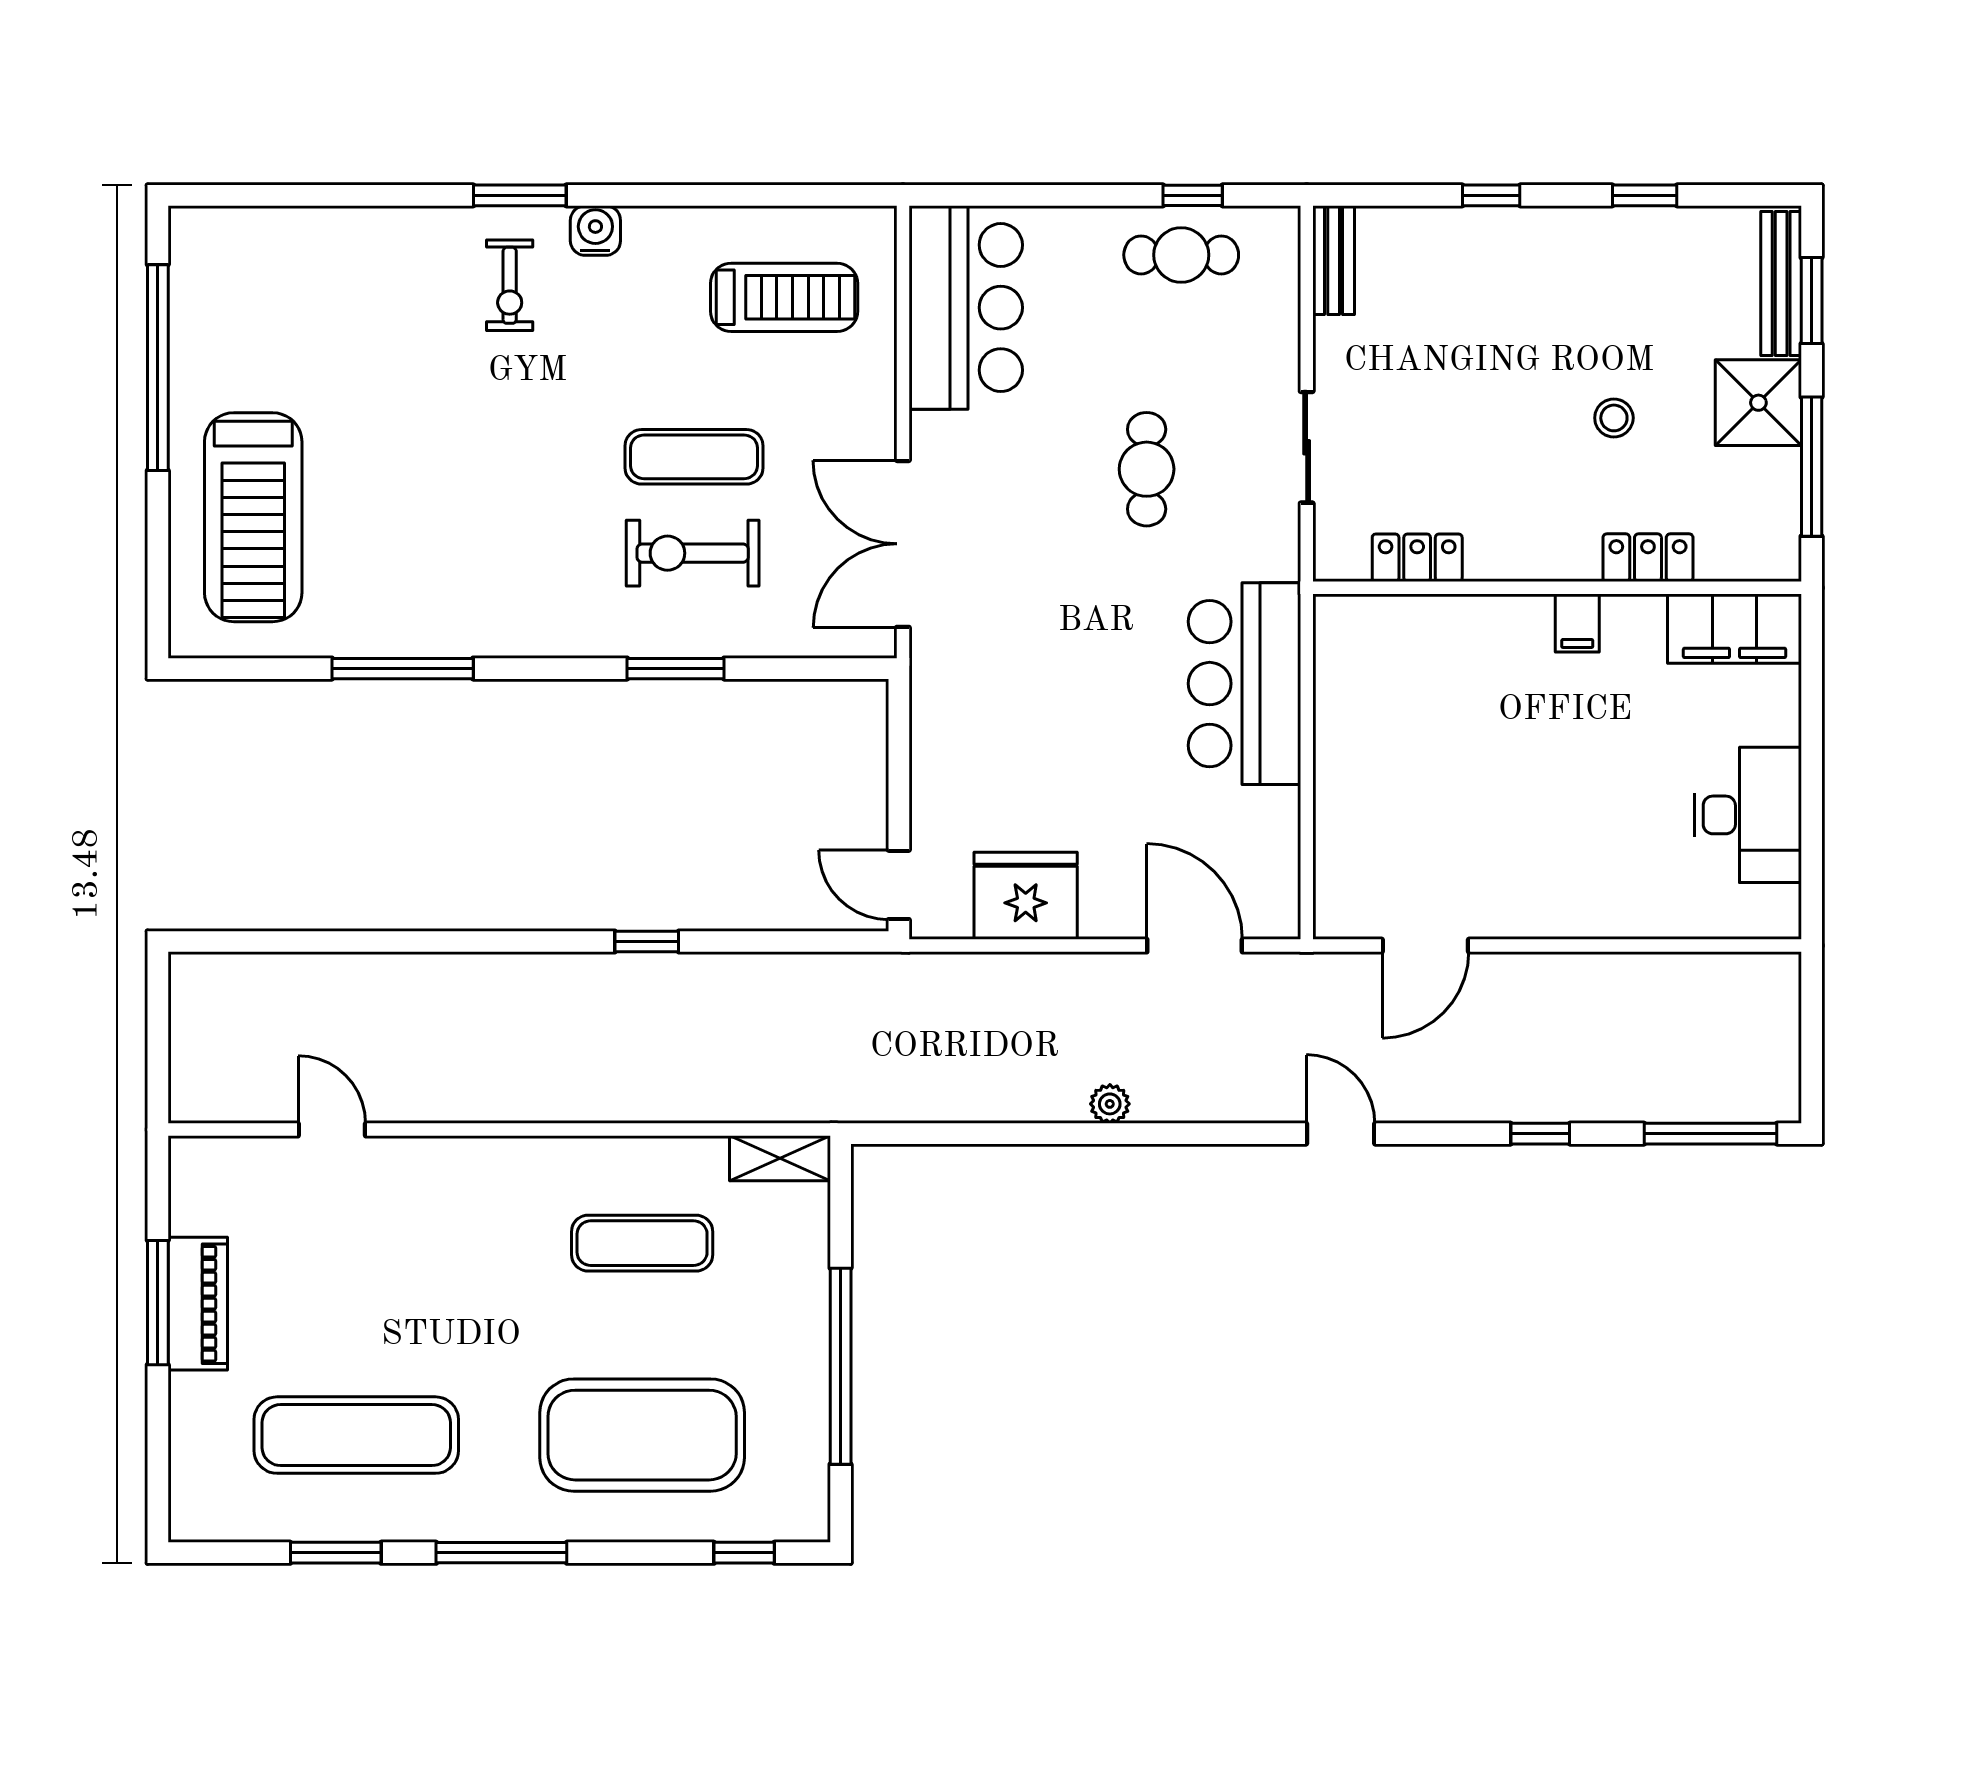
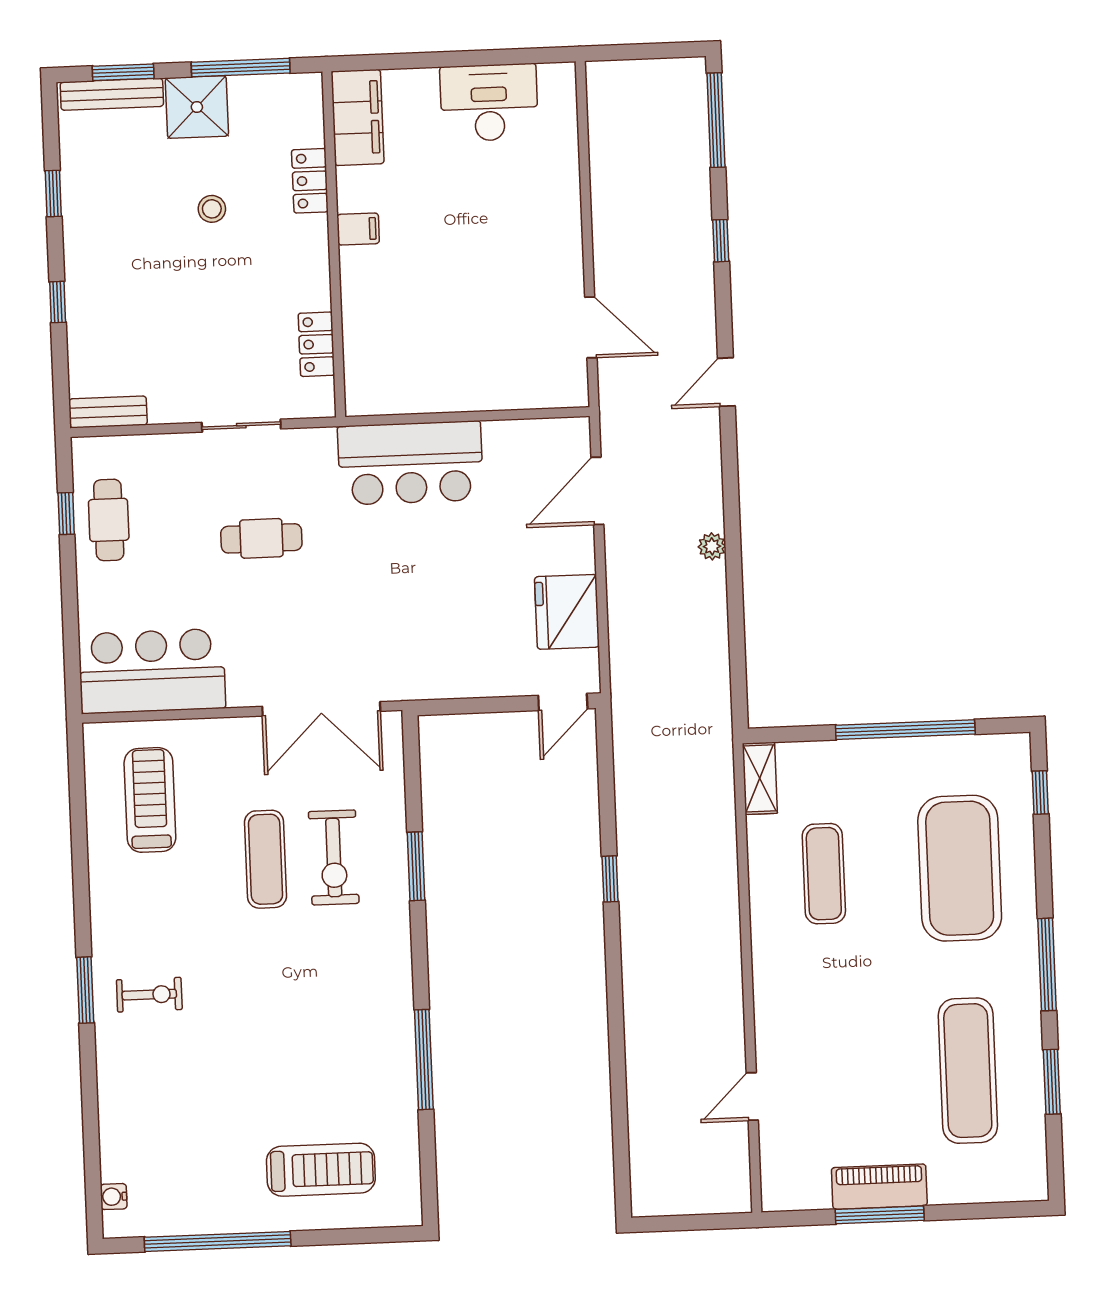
water cooler: (595, 231) -> (114, 1197), moved, width x0.72, depth x0.72
treadmill: (253, 517) -> (321, 1170), width x0.73, depth x0.73

